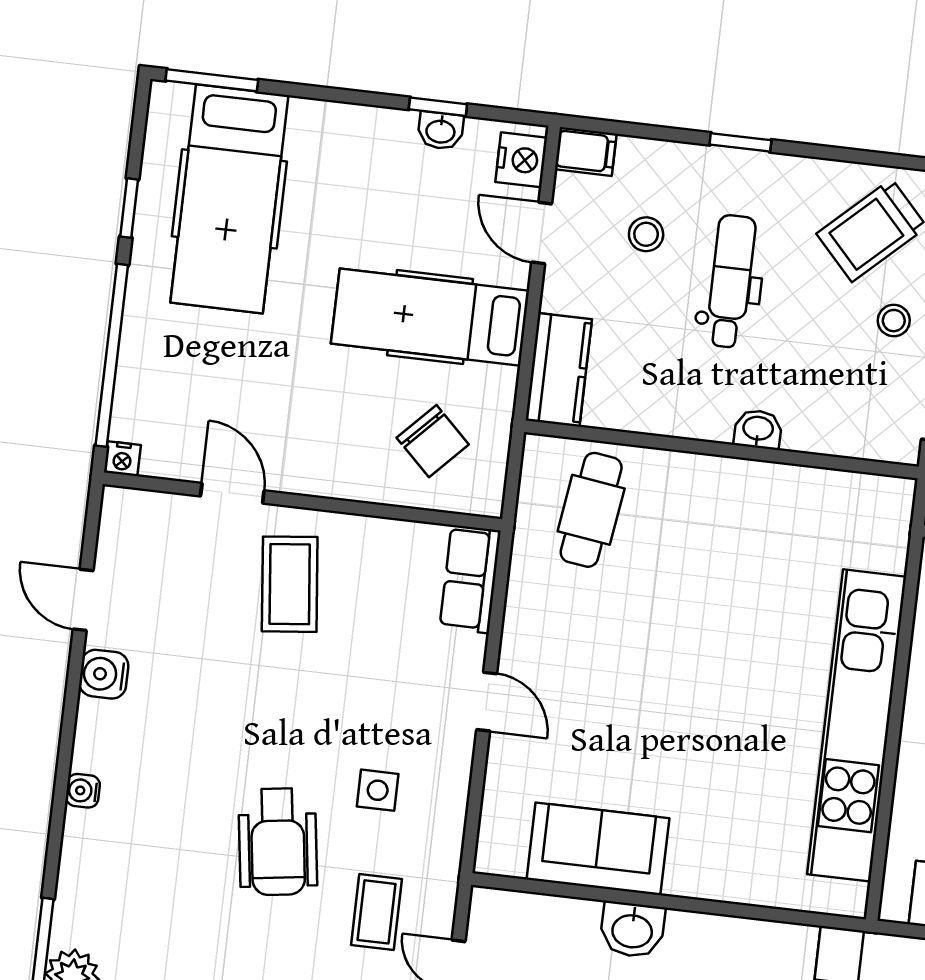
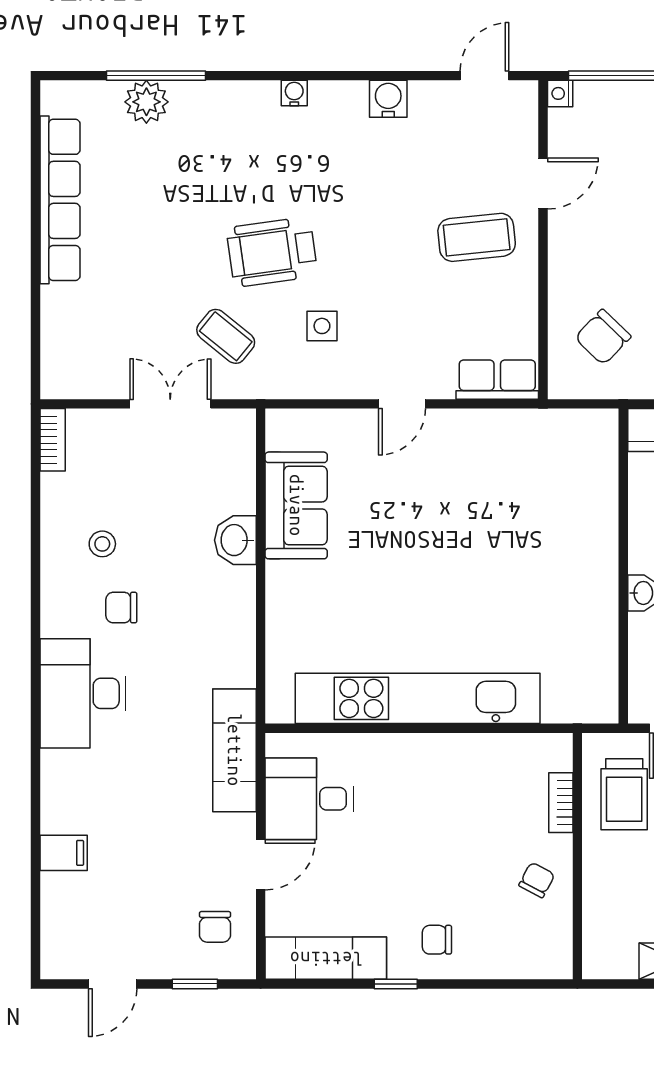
cafe table: (591, 510) -> (563, 469), removed
door: (83, 600) -> (484, 76), moved
coffee table: (376, 912) -> (226, 336), turned 39

